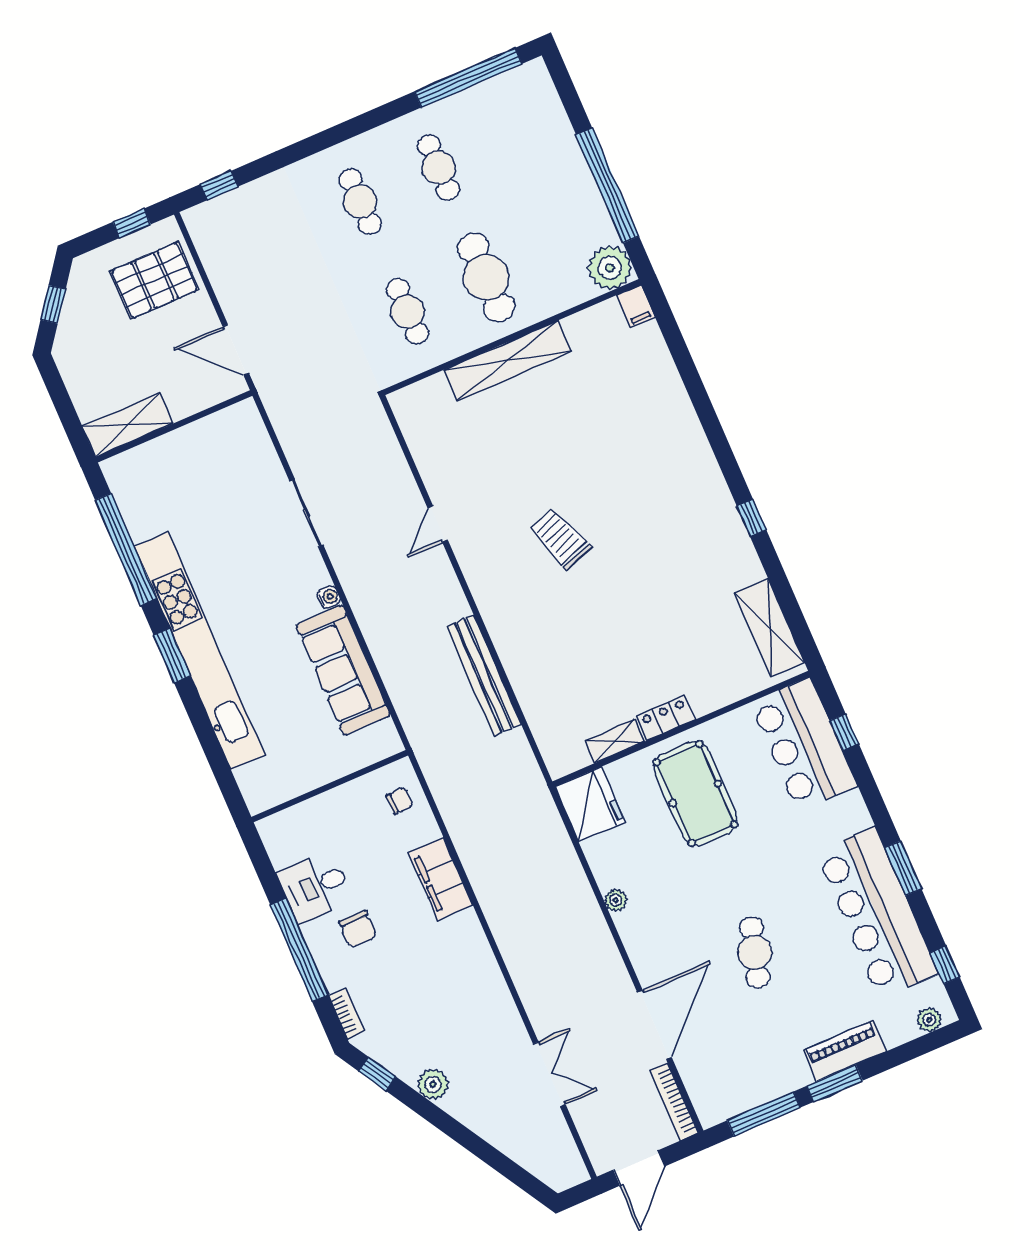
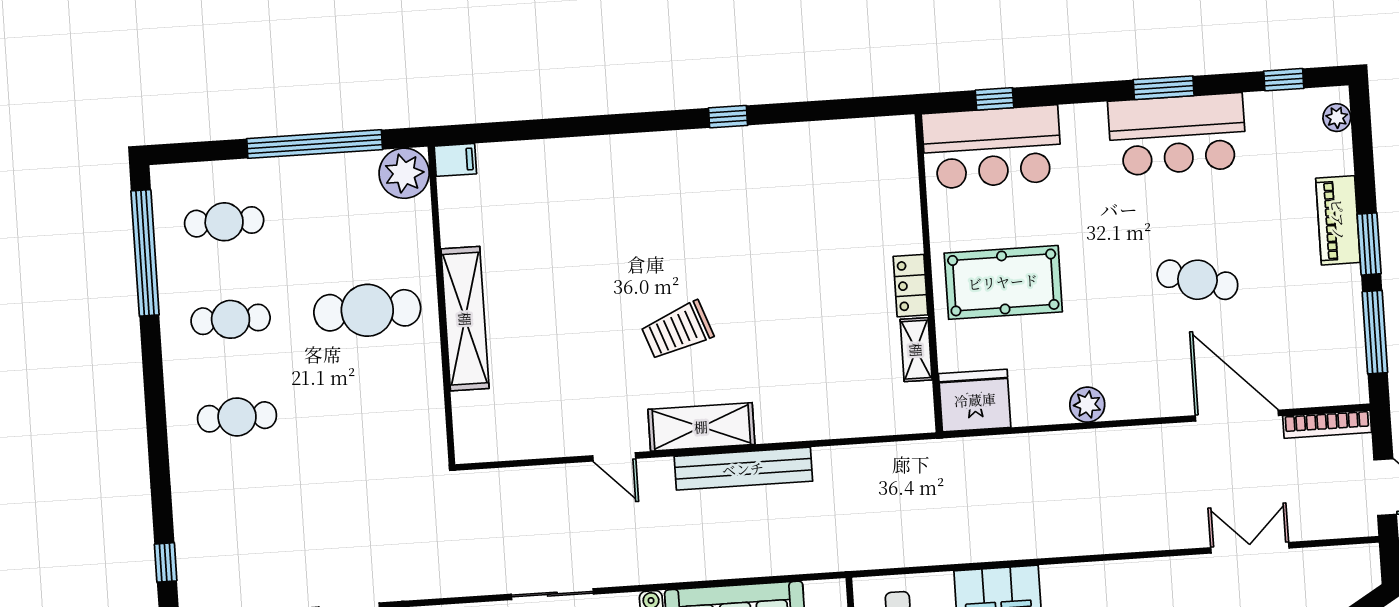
cafe table: (408, 311) -> (224, 222), moved
shelving: (770, 628) -> (701, 427), moved
bench: (484, 675) -> (743, 469), moved
plant: (616, 900) -> (1087, 405), width x1.38, depth x1.38
bar counter: (877, 913) -> (1177, 134), width x0.73

